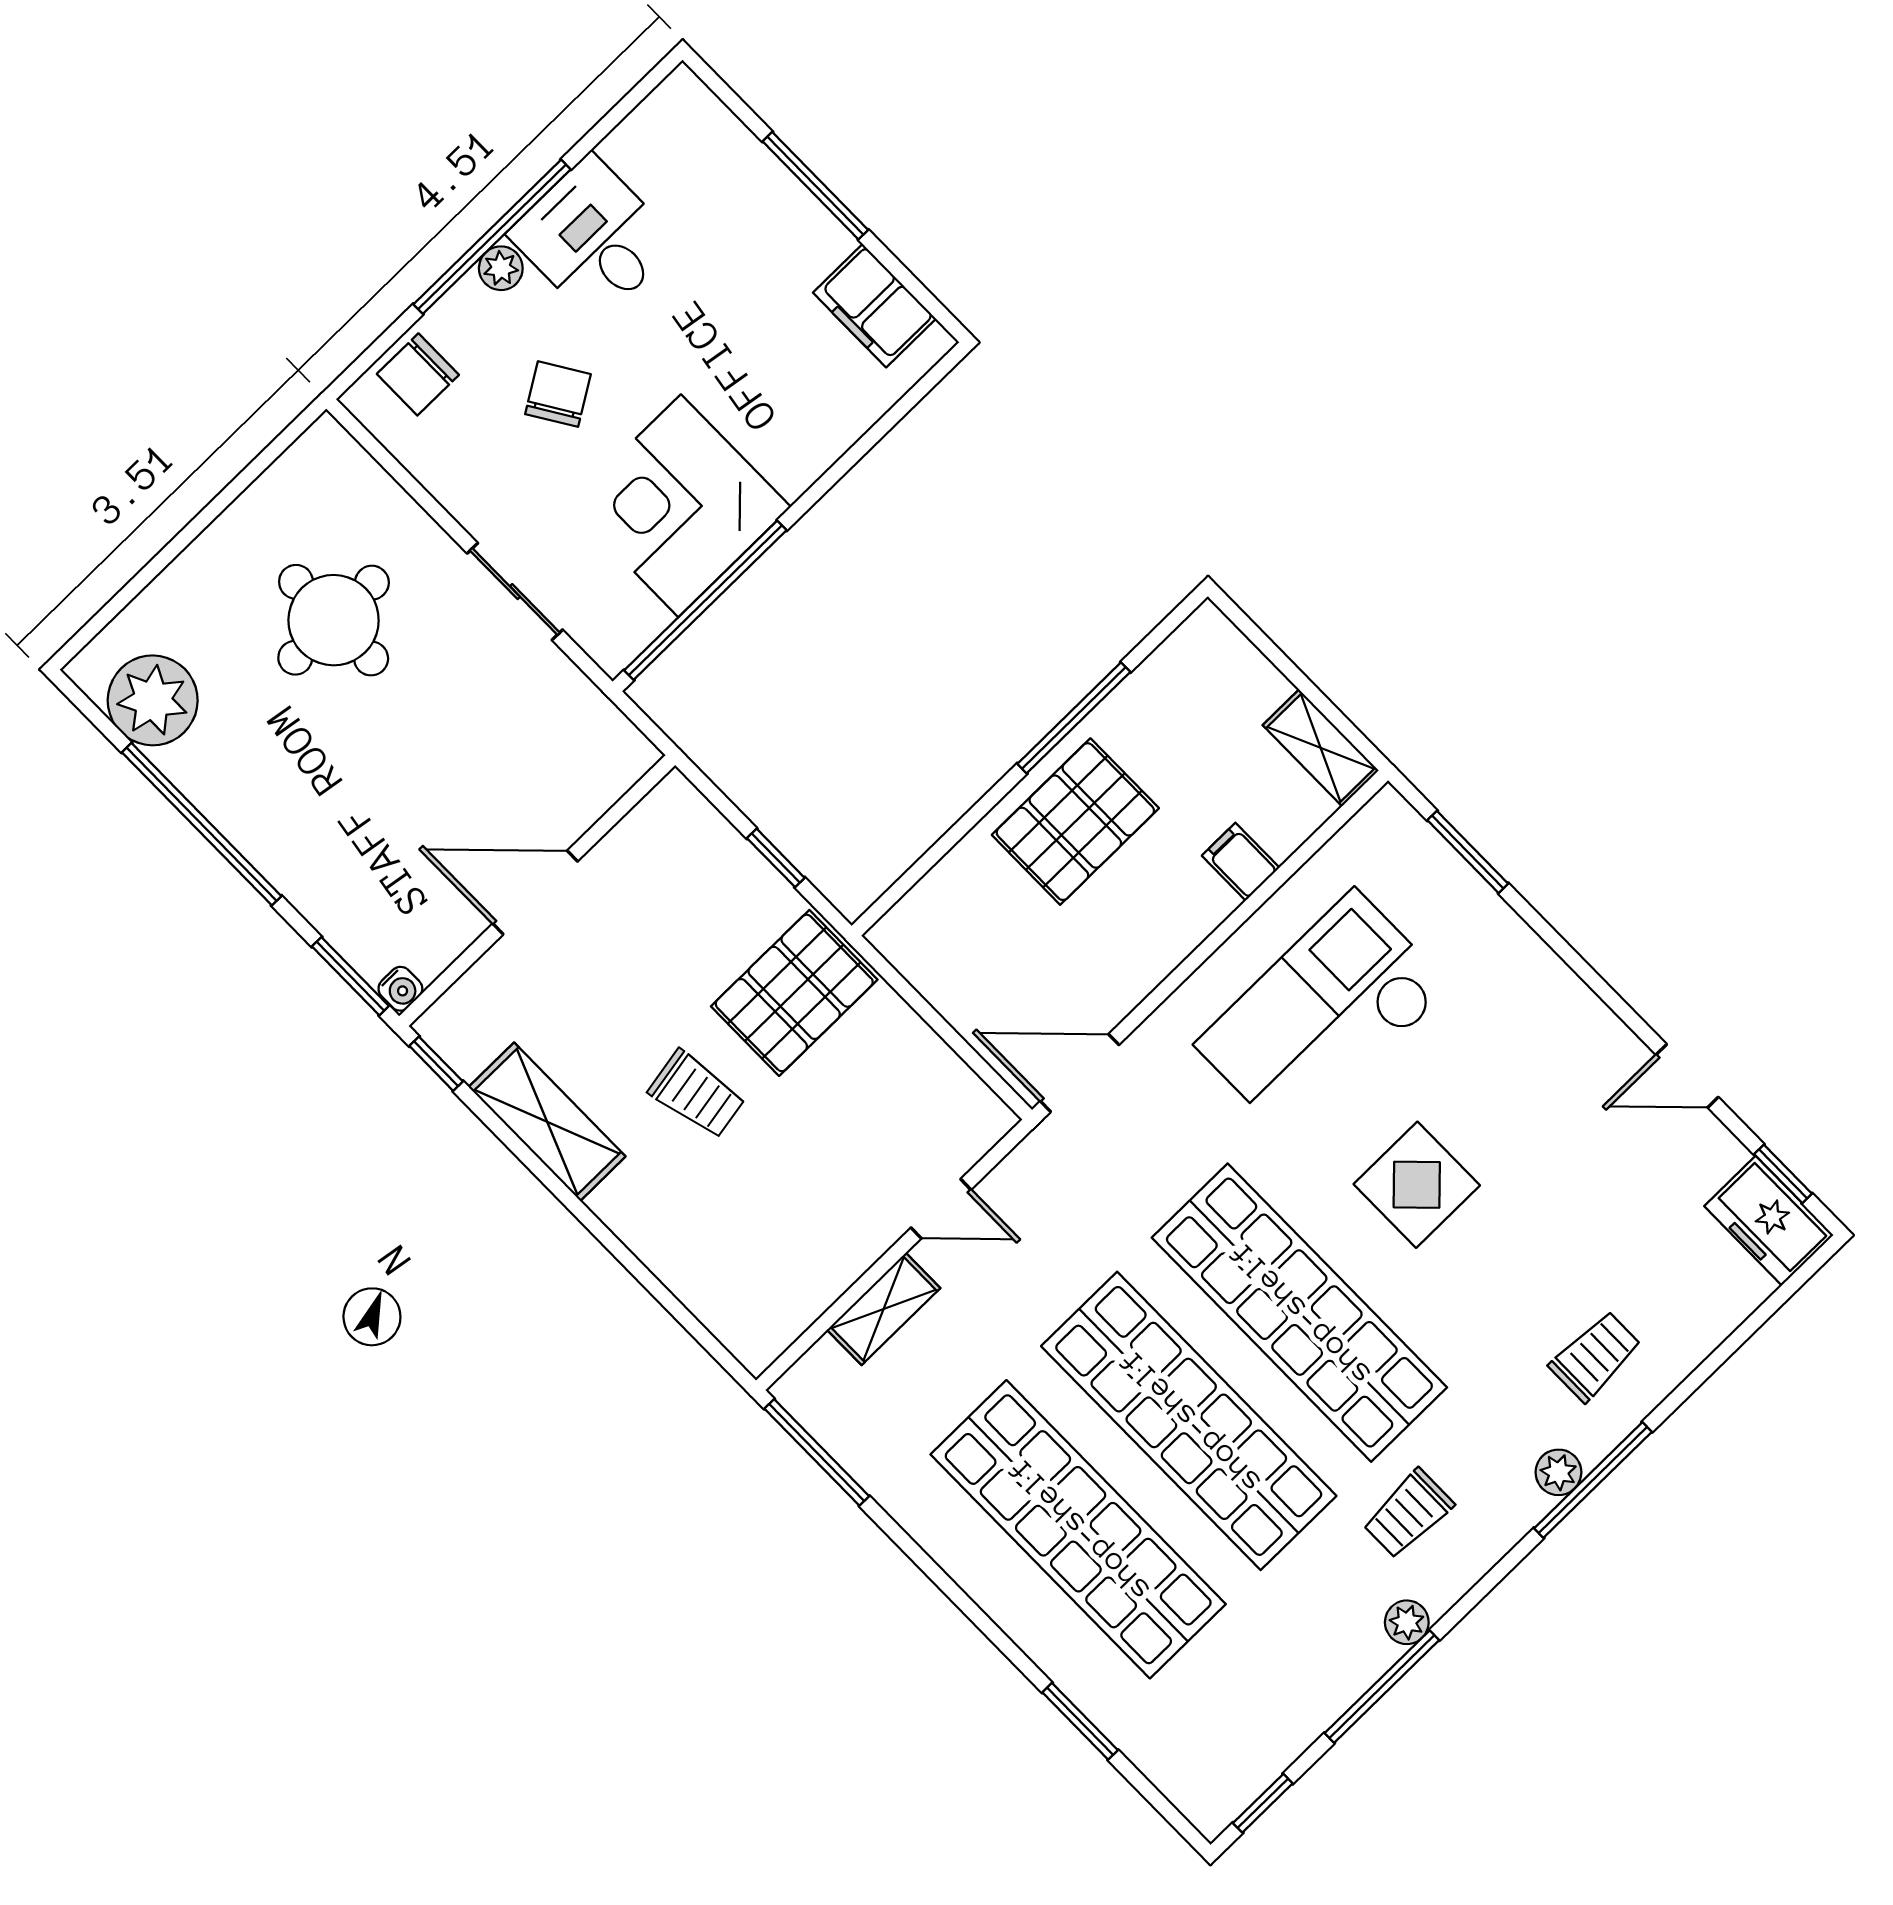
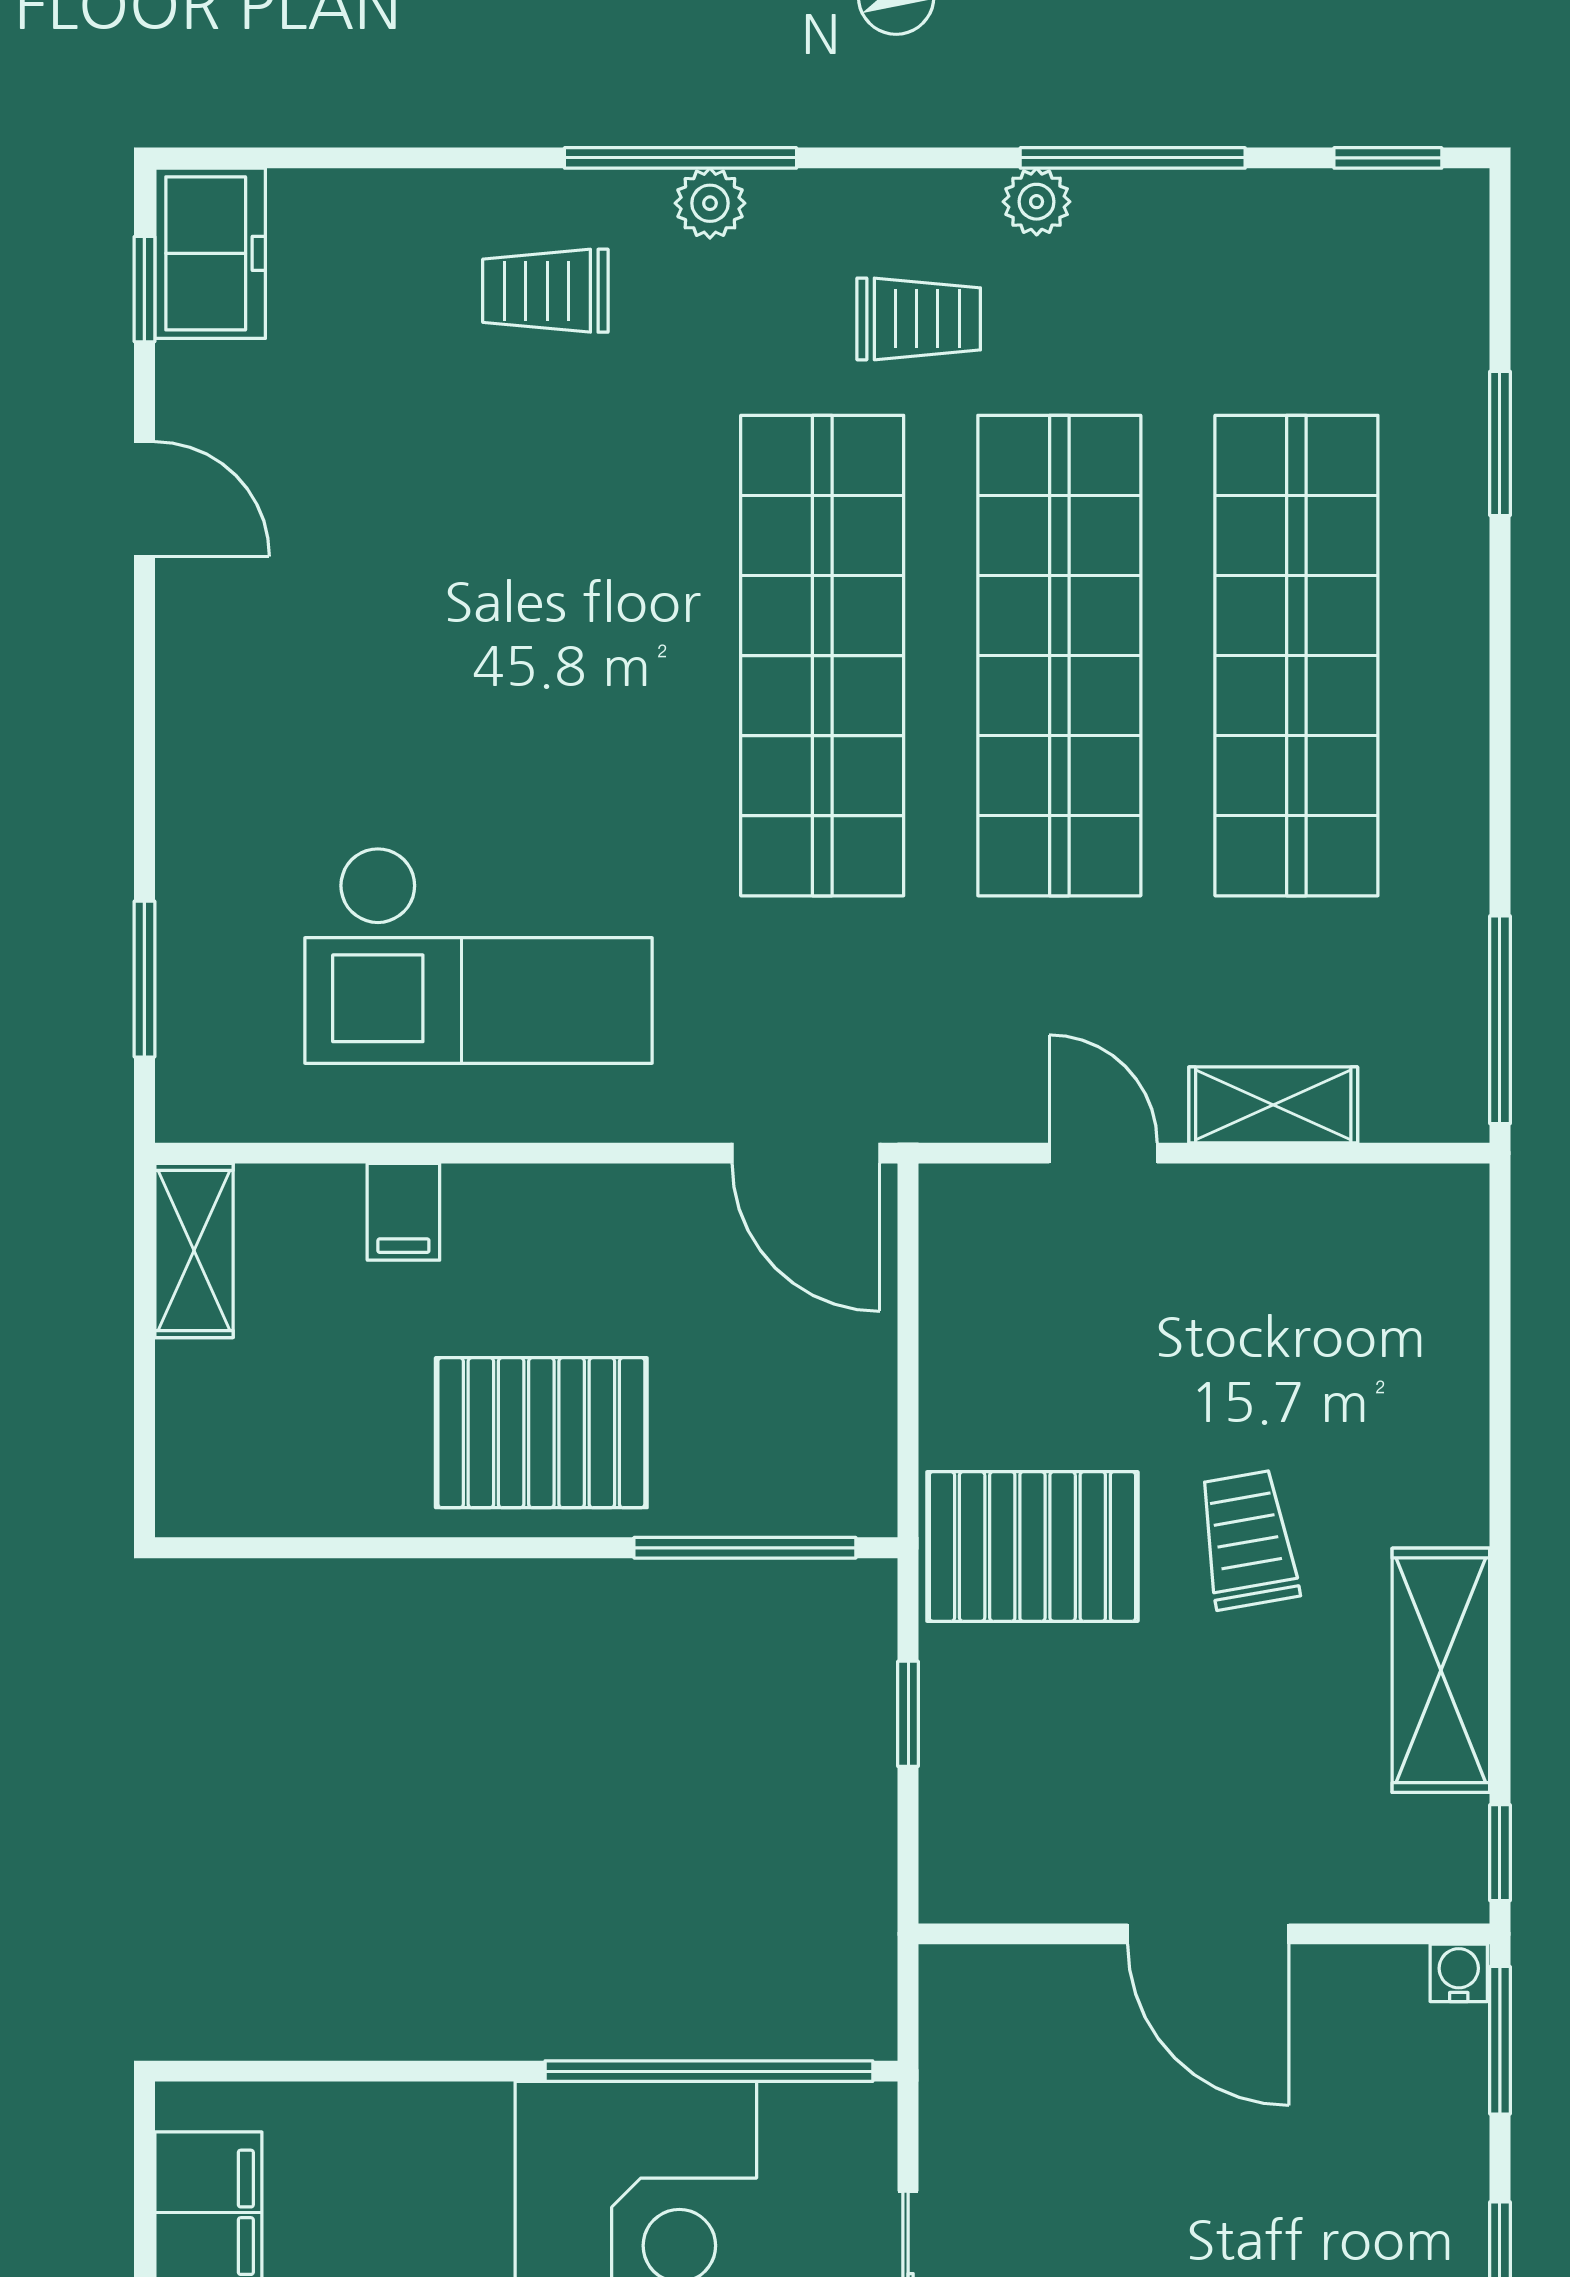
window: (1074, 718) -> (745, 1548), moved
display table: (1417, 1185) -> (557, 670), removed

